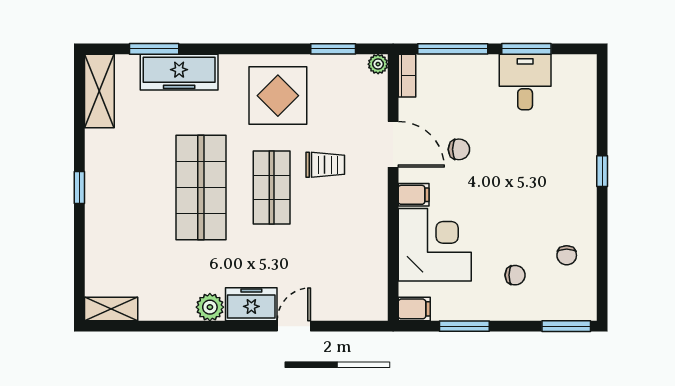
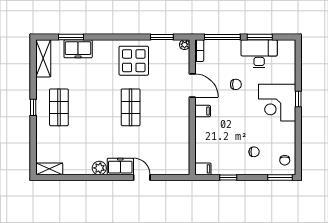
freezer: (179, 72) -> (78, 49), width x0.71
desk: (525, 82) -> (259, 54), width x1.37
chair: (459, 149) -> (236, 84), moved
trolley: (325, 165) -> (158, 96), removed
shop shelf: (201, 188) -> (59, 107), moved, width x0.70, depth x0.74
corner desk: (435, 245) -> (277, 103), moved, turned 180
chair: (567, 255) -> (285, 160), moved
door: (294, 326) -> (142, 178), hinge flipped
window: (464, 326) -> (228, 178), width x0.67

